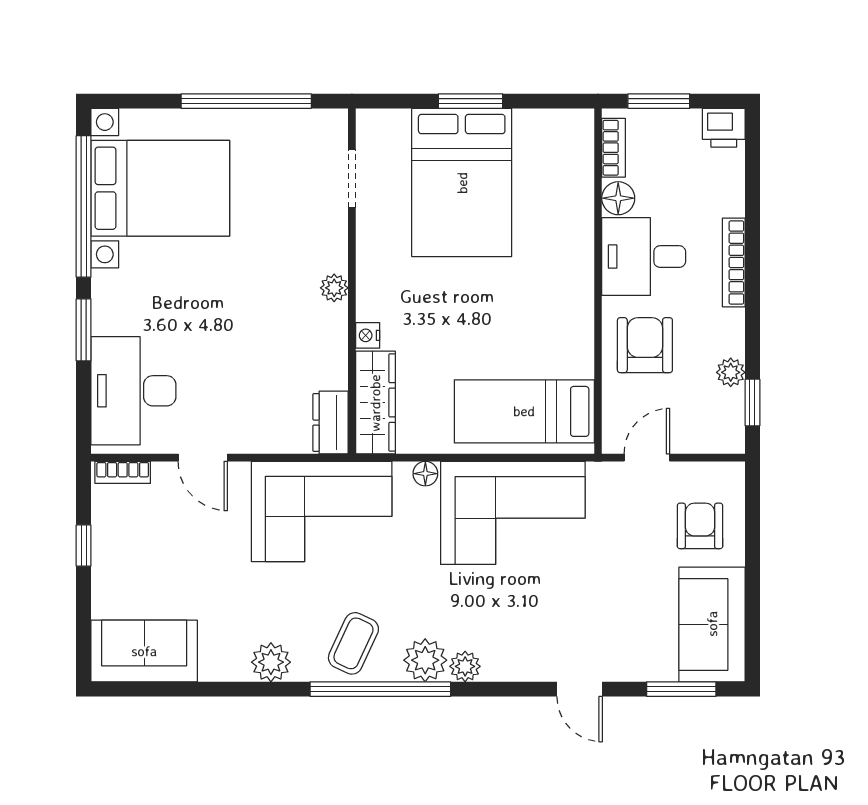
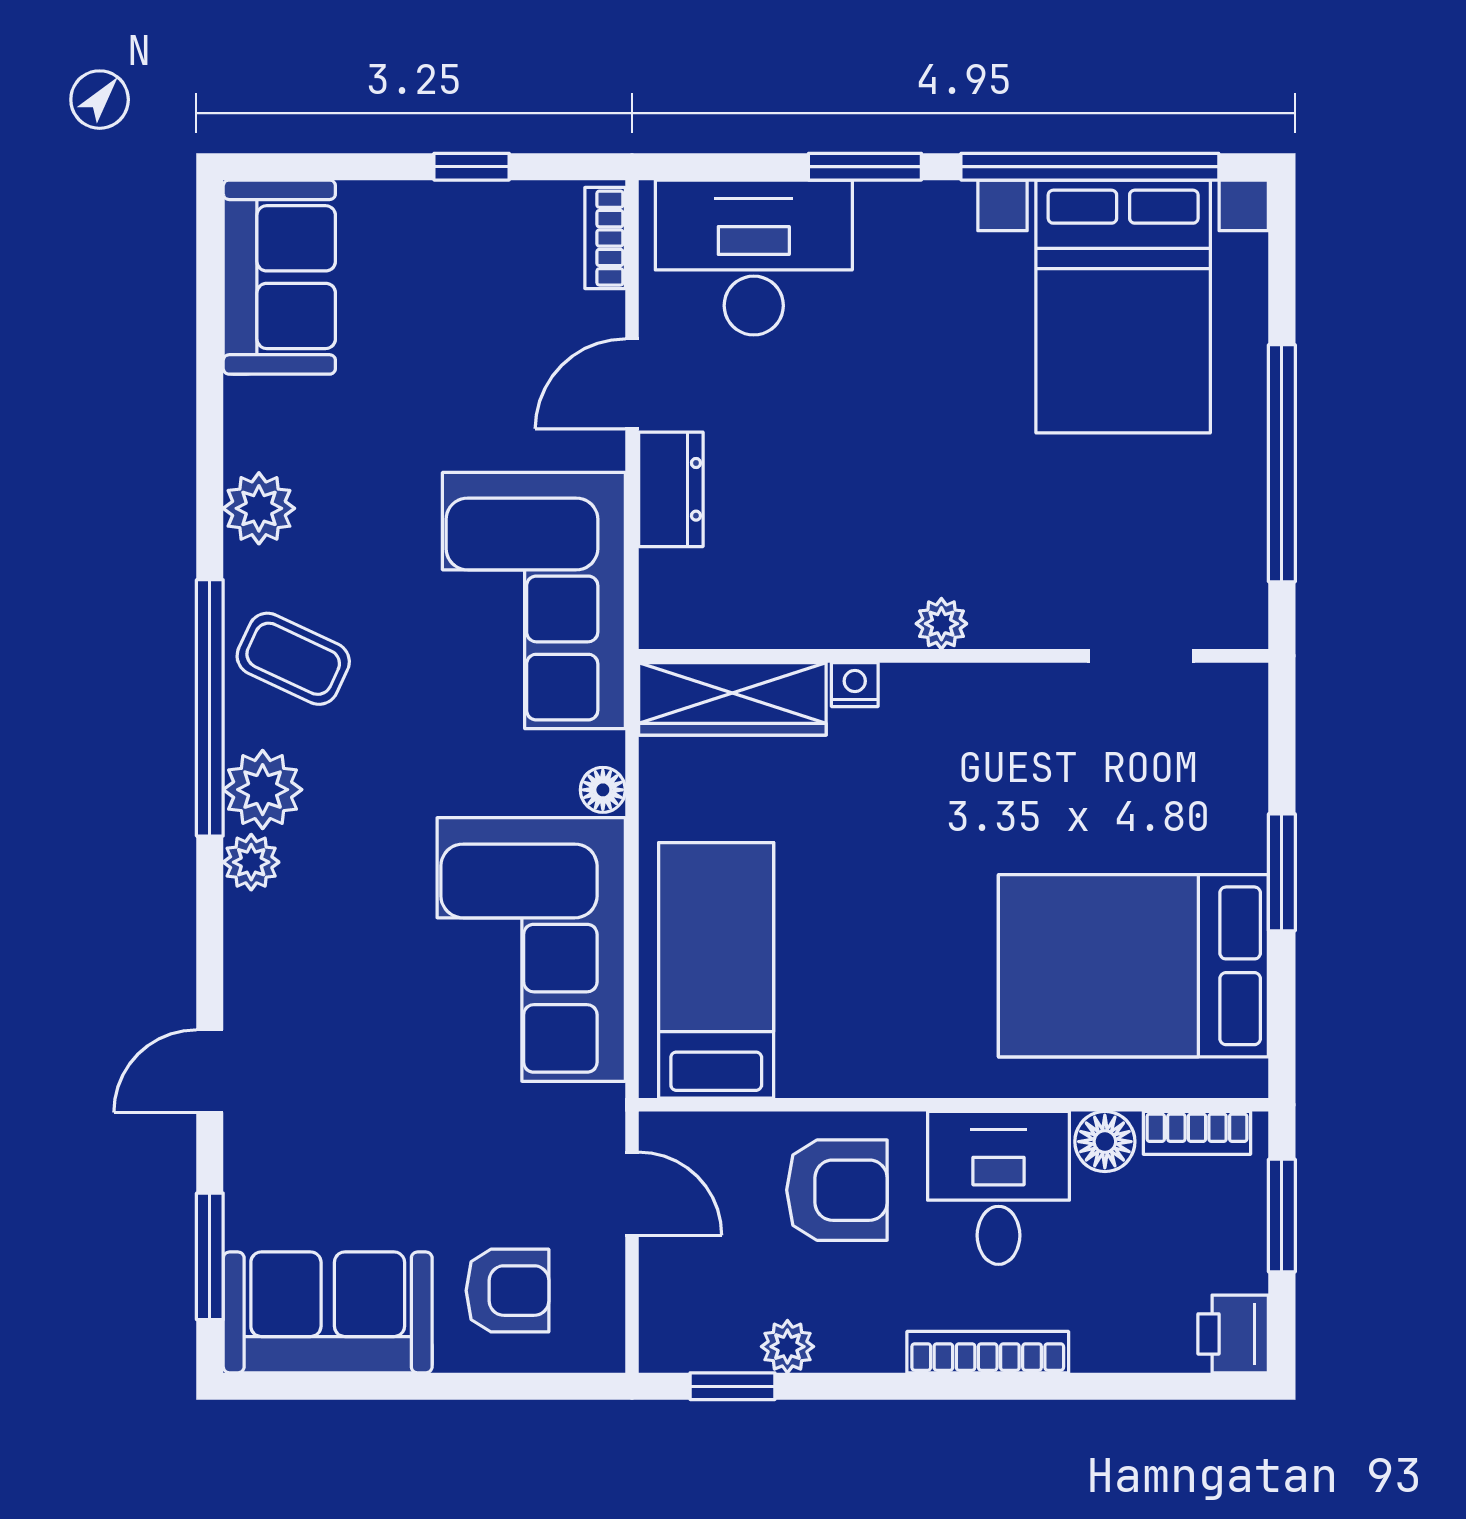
bed: (462, 183) -> (1133, 966), moved
dresser: (331, 423) -> (671, 489), moved, turned 90

